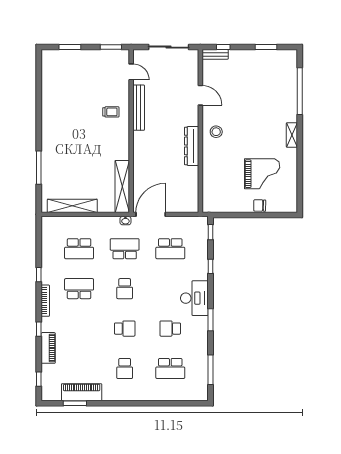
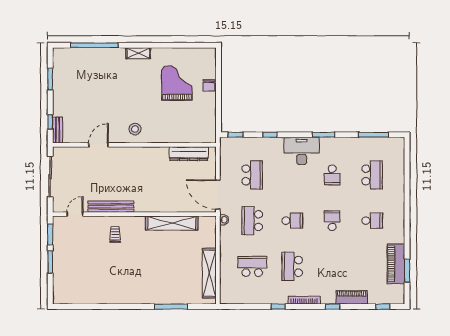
window: (70, 47) -> (50, 262), moved
dresser: (192, 146) -> (189, 154), moved
shelving: (122, 186) -> (172, 223), moved
school desk: (79, 249) -> (252, 266), turned -90

